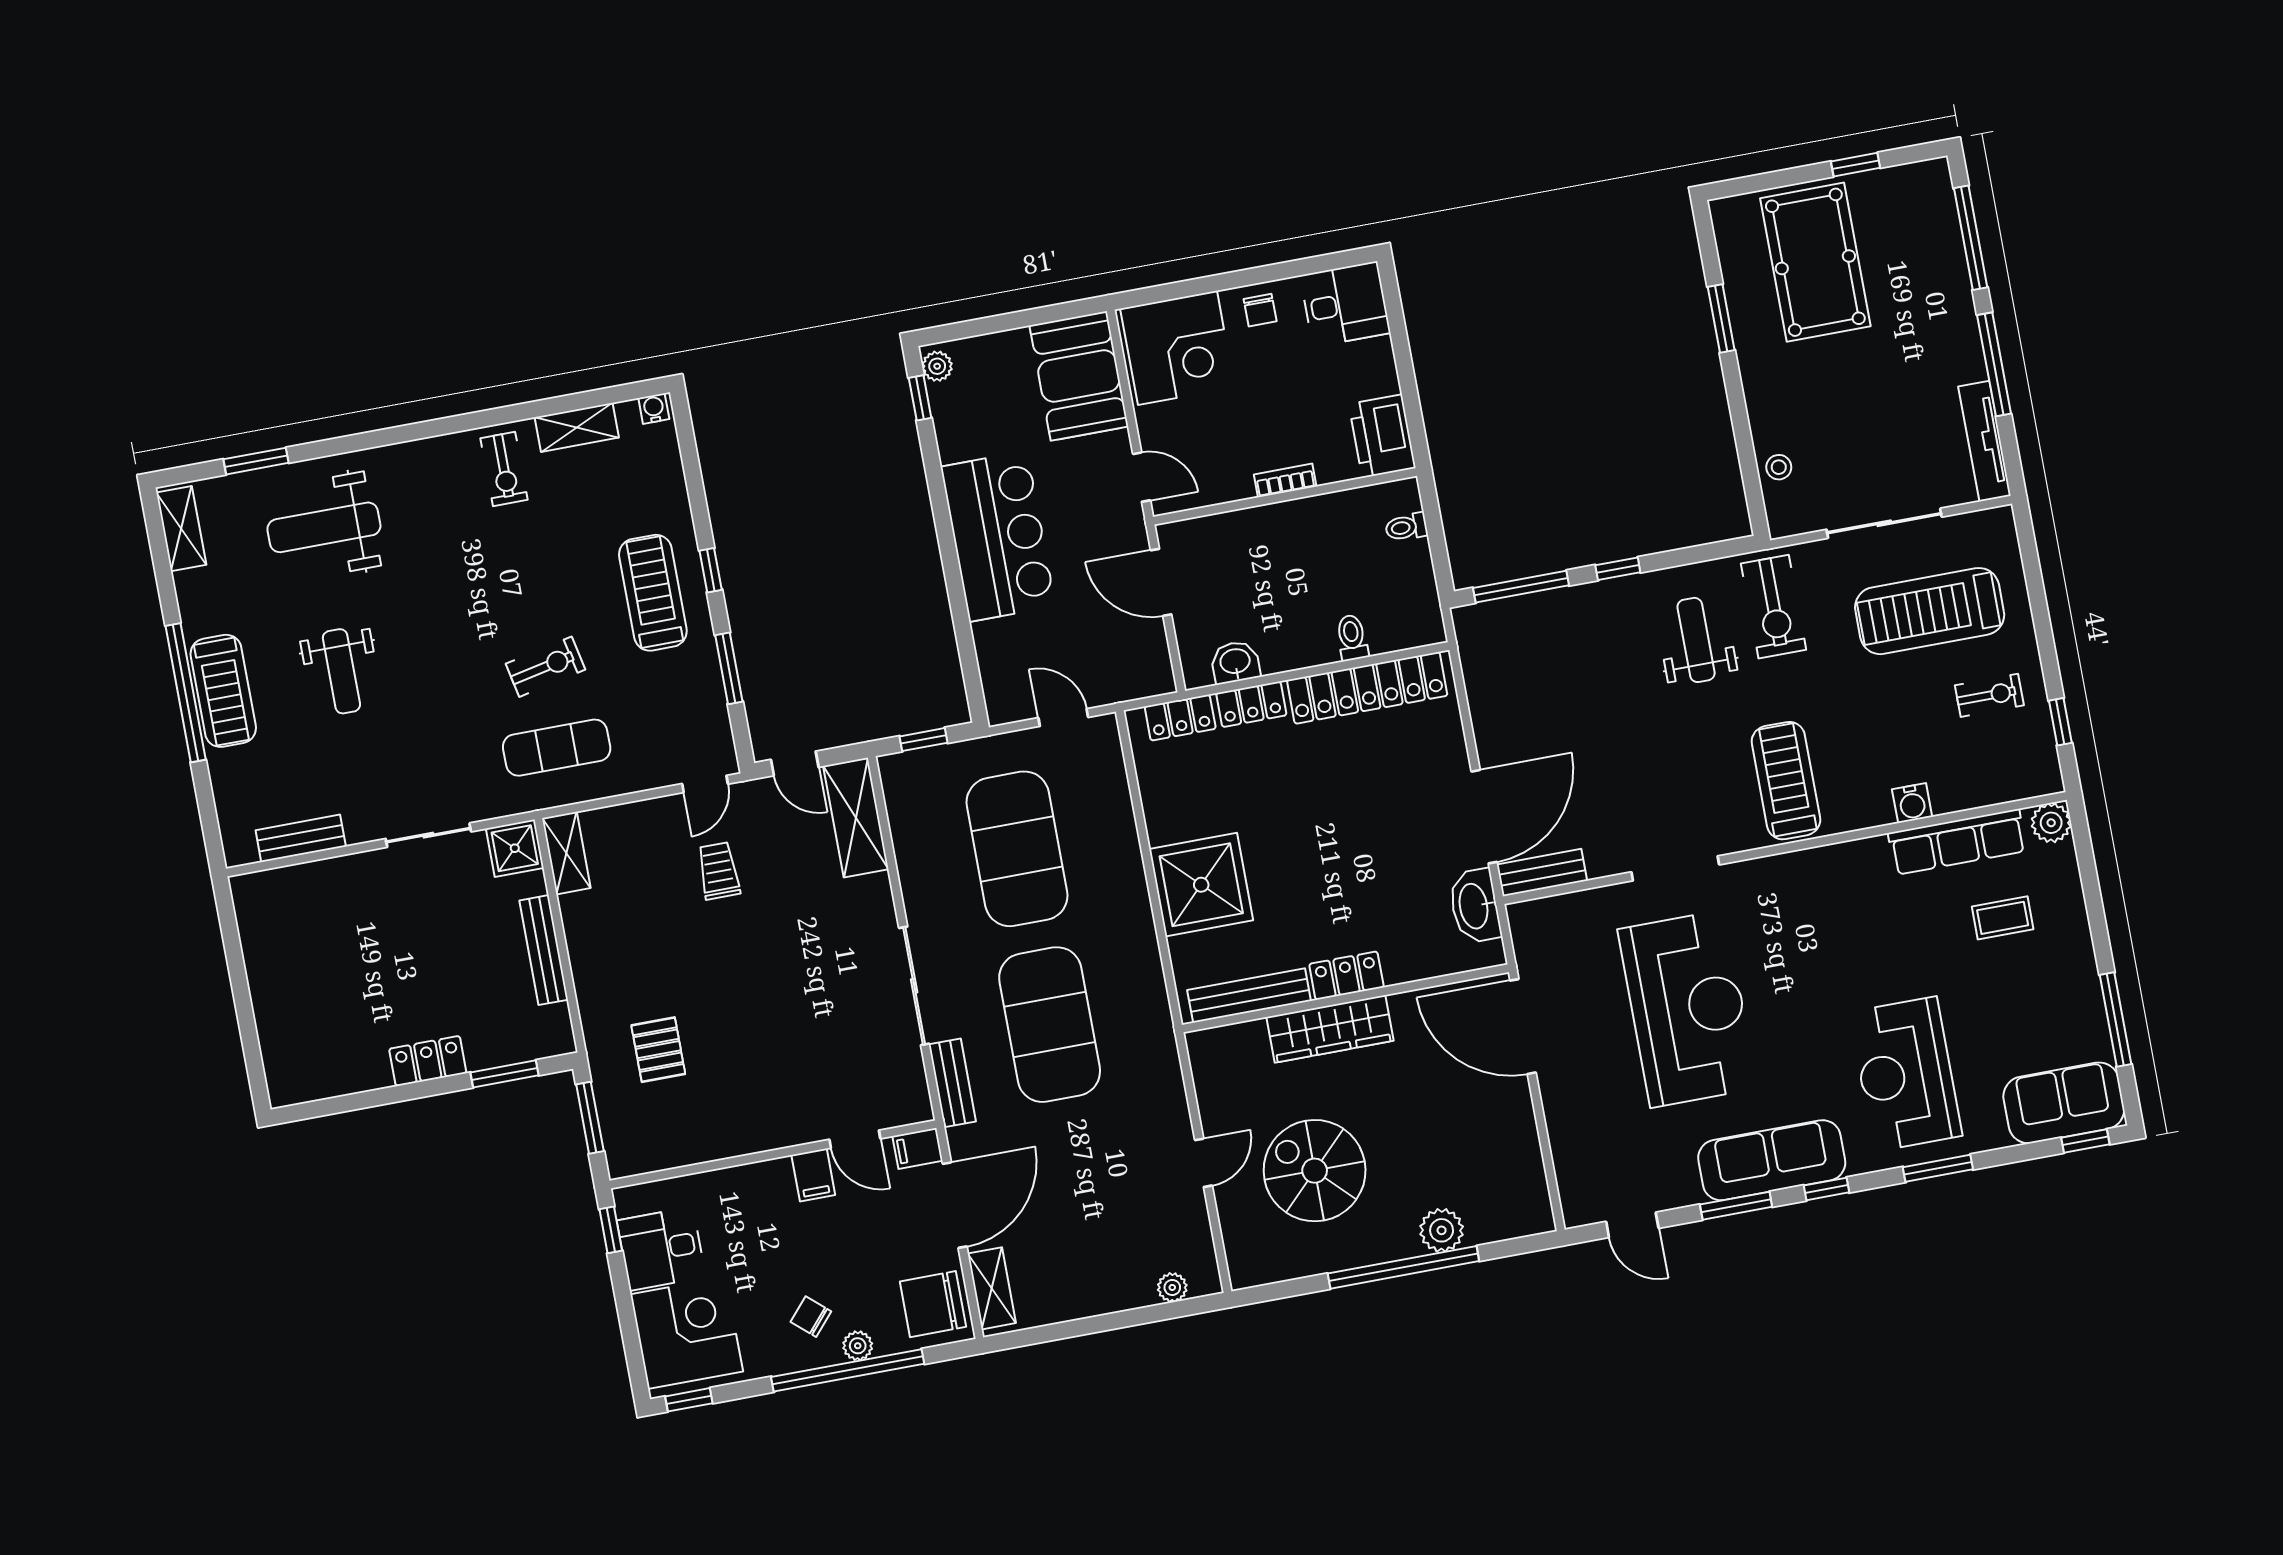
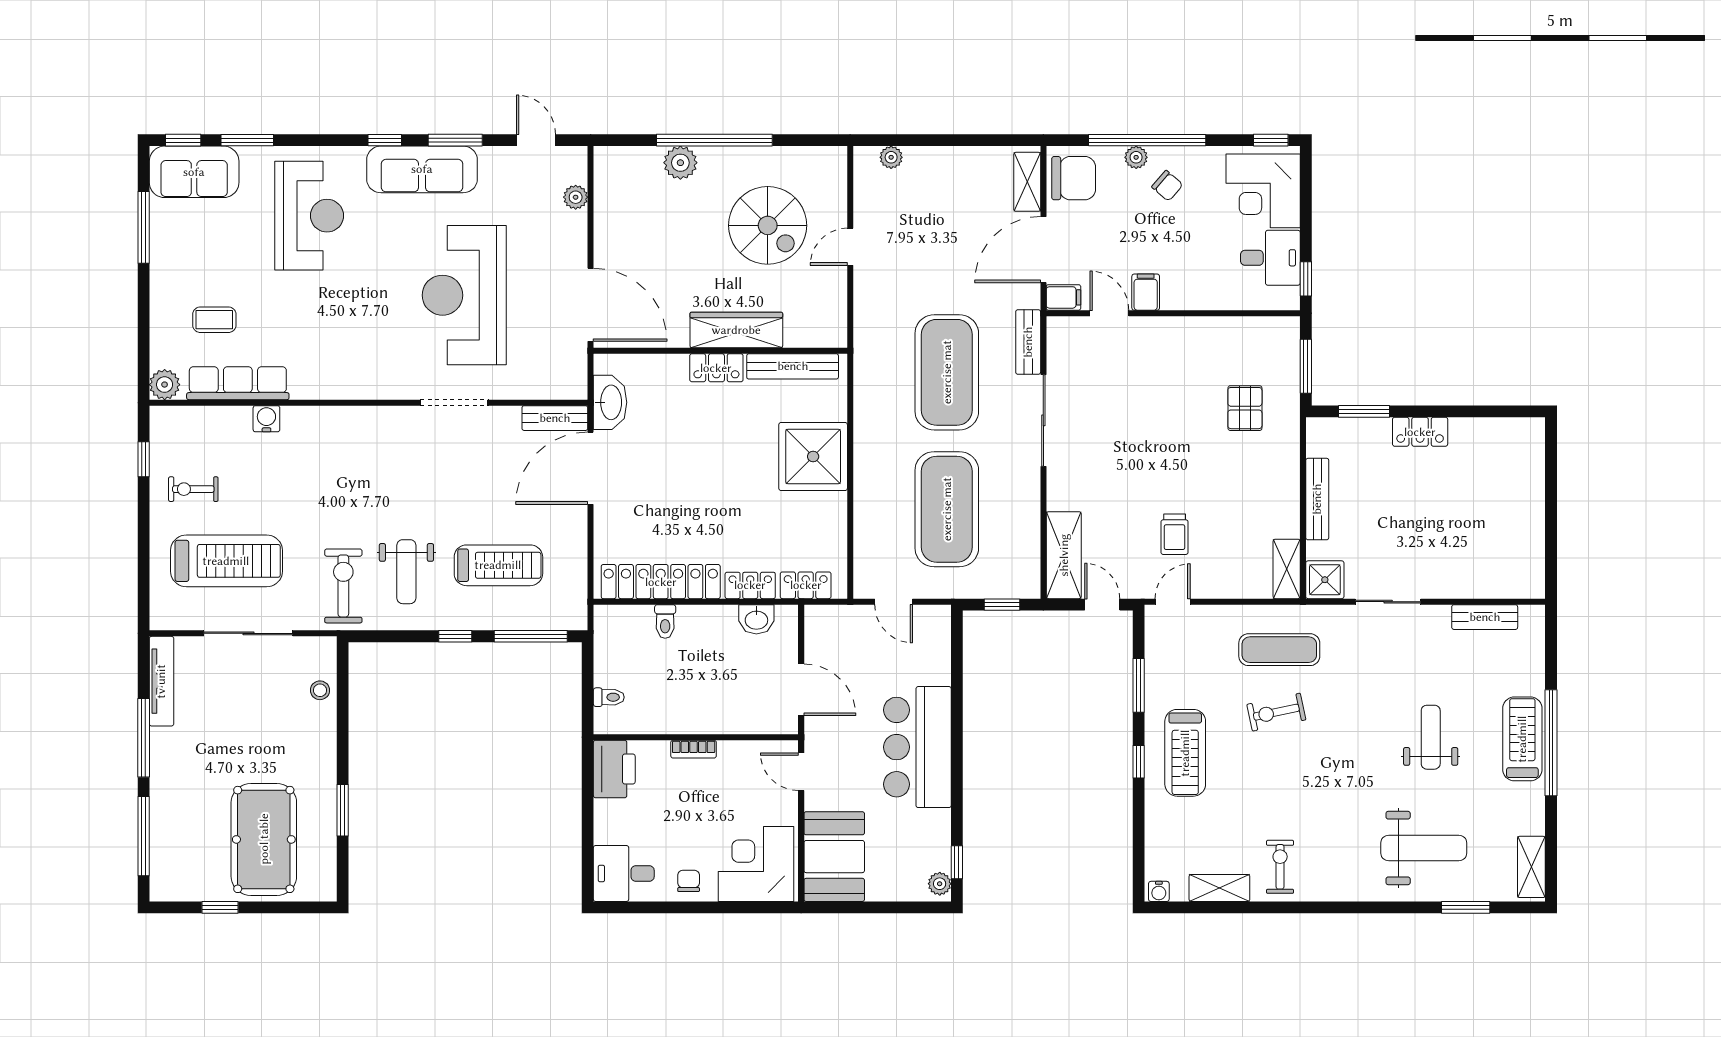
treadmill: (1786, 781) -> (498, 565), moved, turned -90
plant: (1568, 1161) -> (576, 197), added
window: (1938, 1168) -> (247, 140), moved

